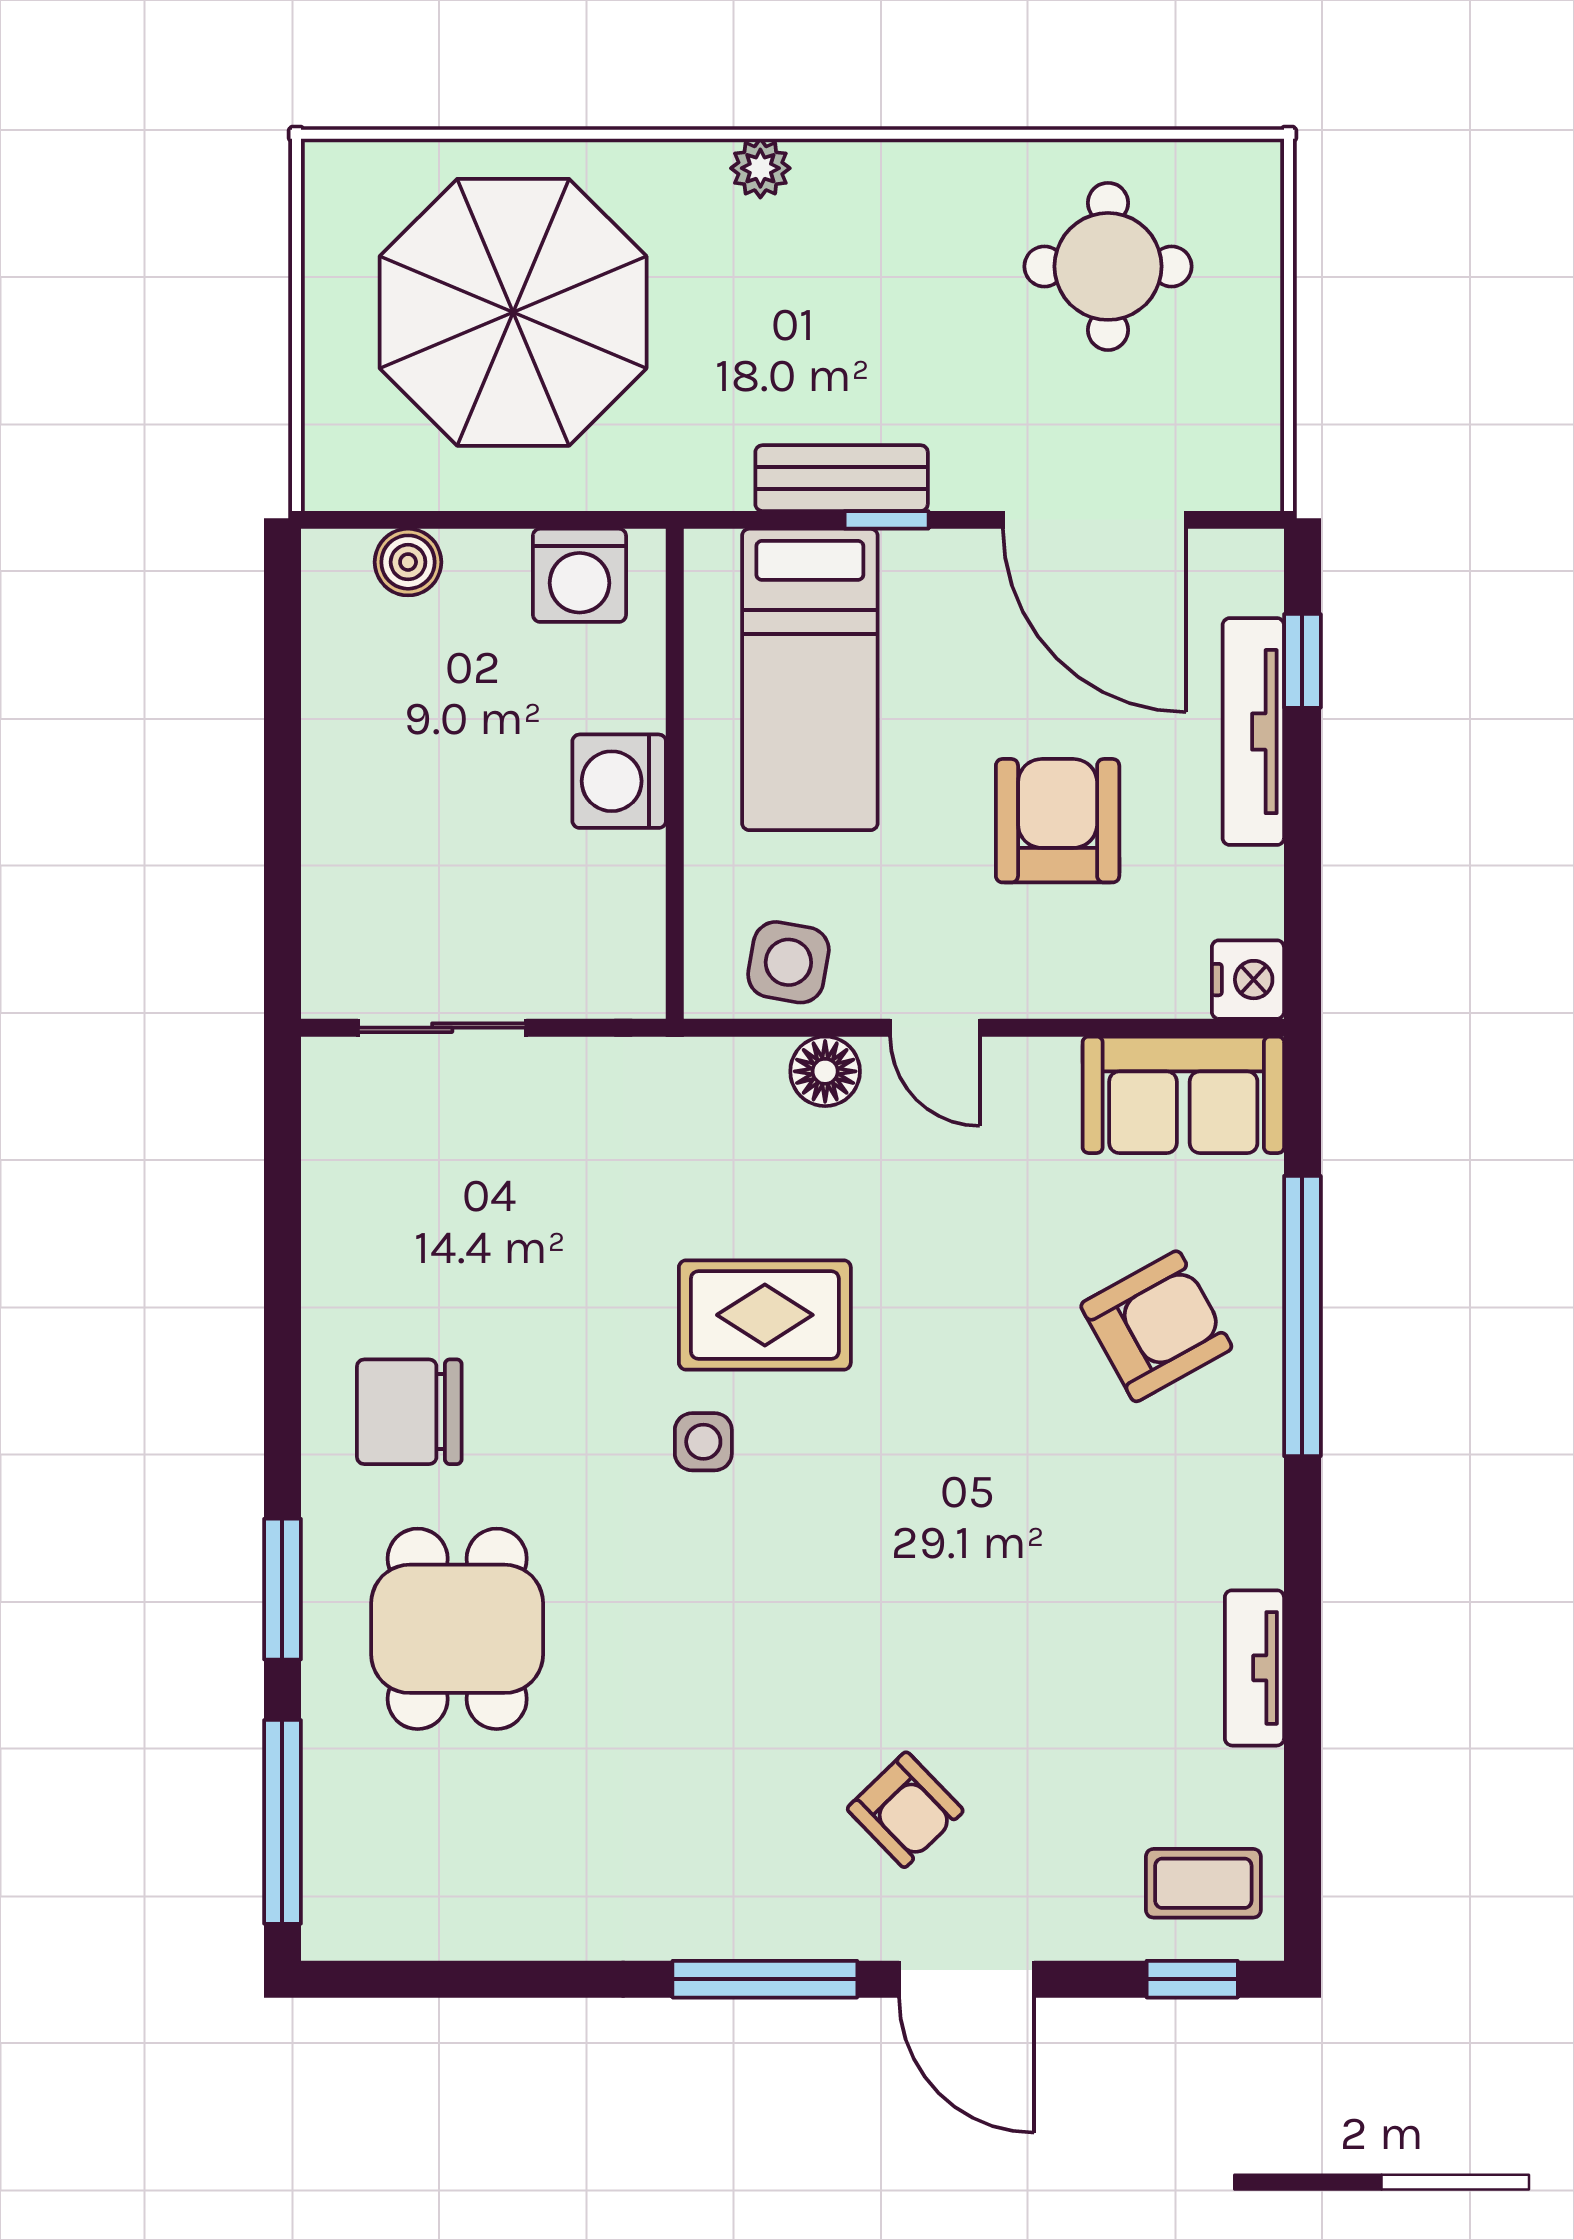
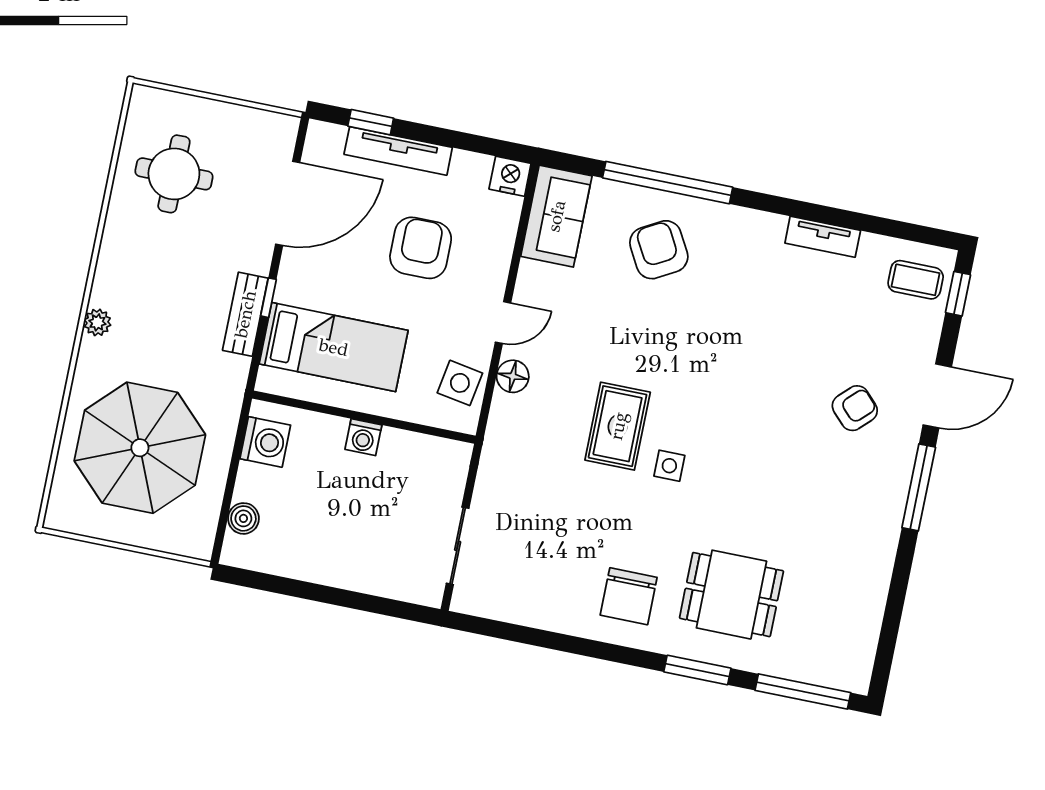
washing machine: (619, 781) -> (363, 437), width x0.73, depth x0.73
armchair: (1058, 821) -> (421, 248), turned 90
coffee table: (1203, 1883) -> (916, 280), turned 90

